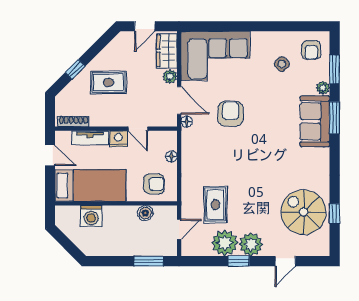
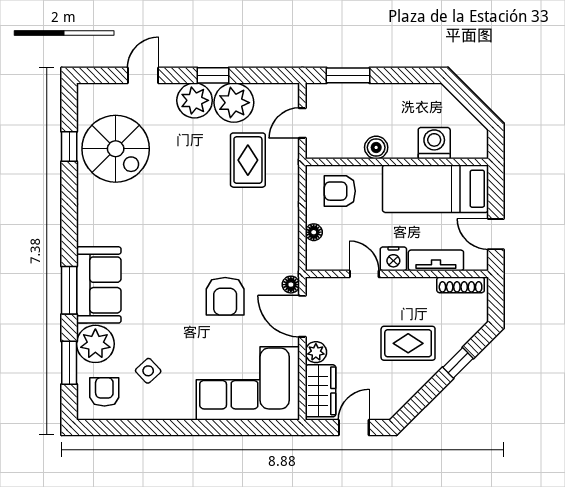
plant: (323, 88) -> (95, 344), width x1.87, depth x1.87
boiler: (145, 213) -> (376, 147), moved

